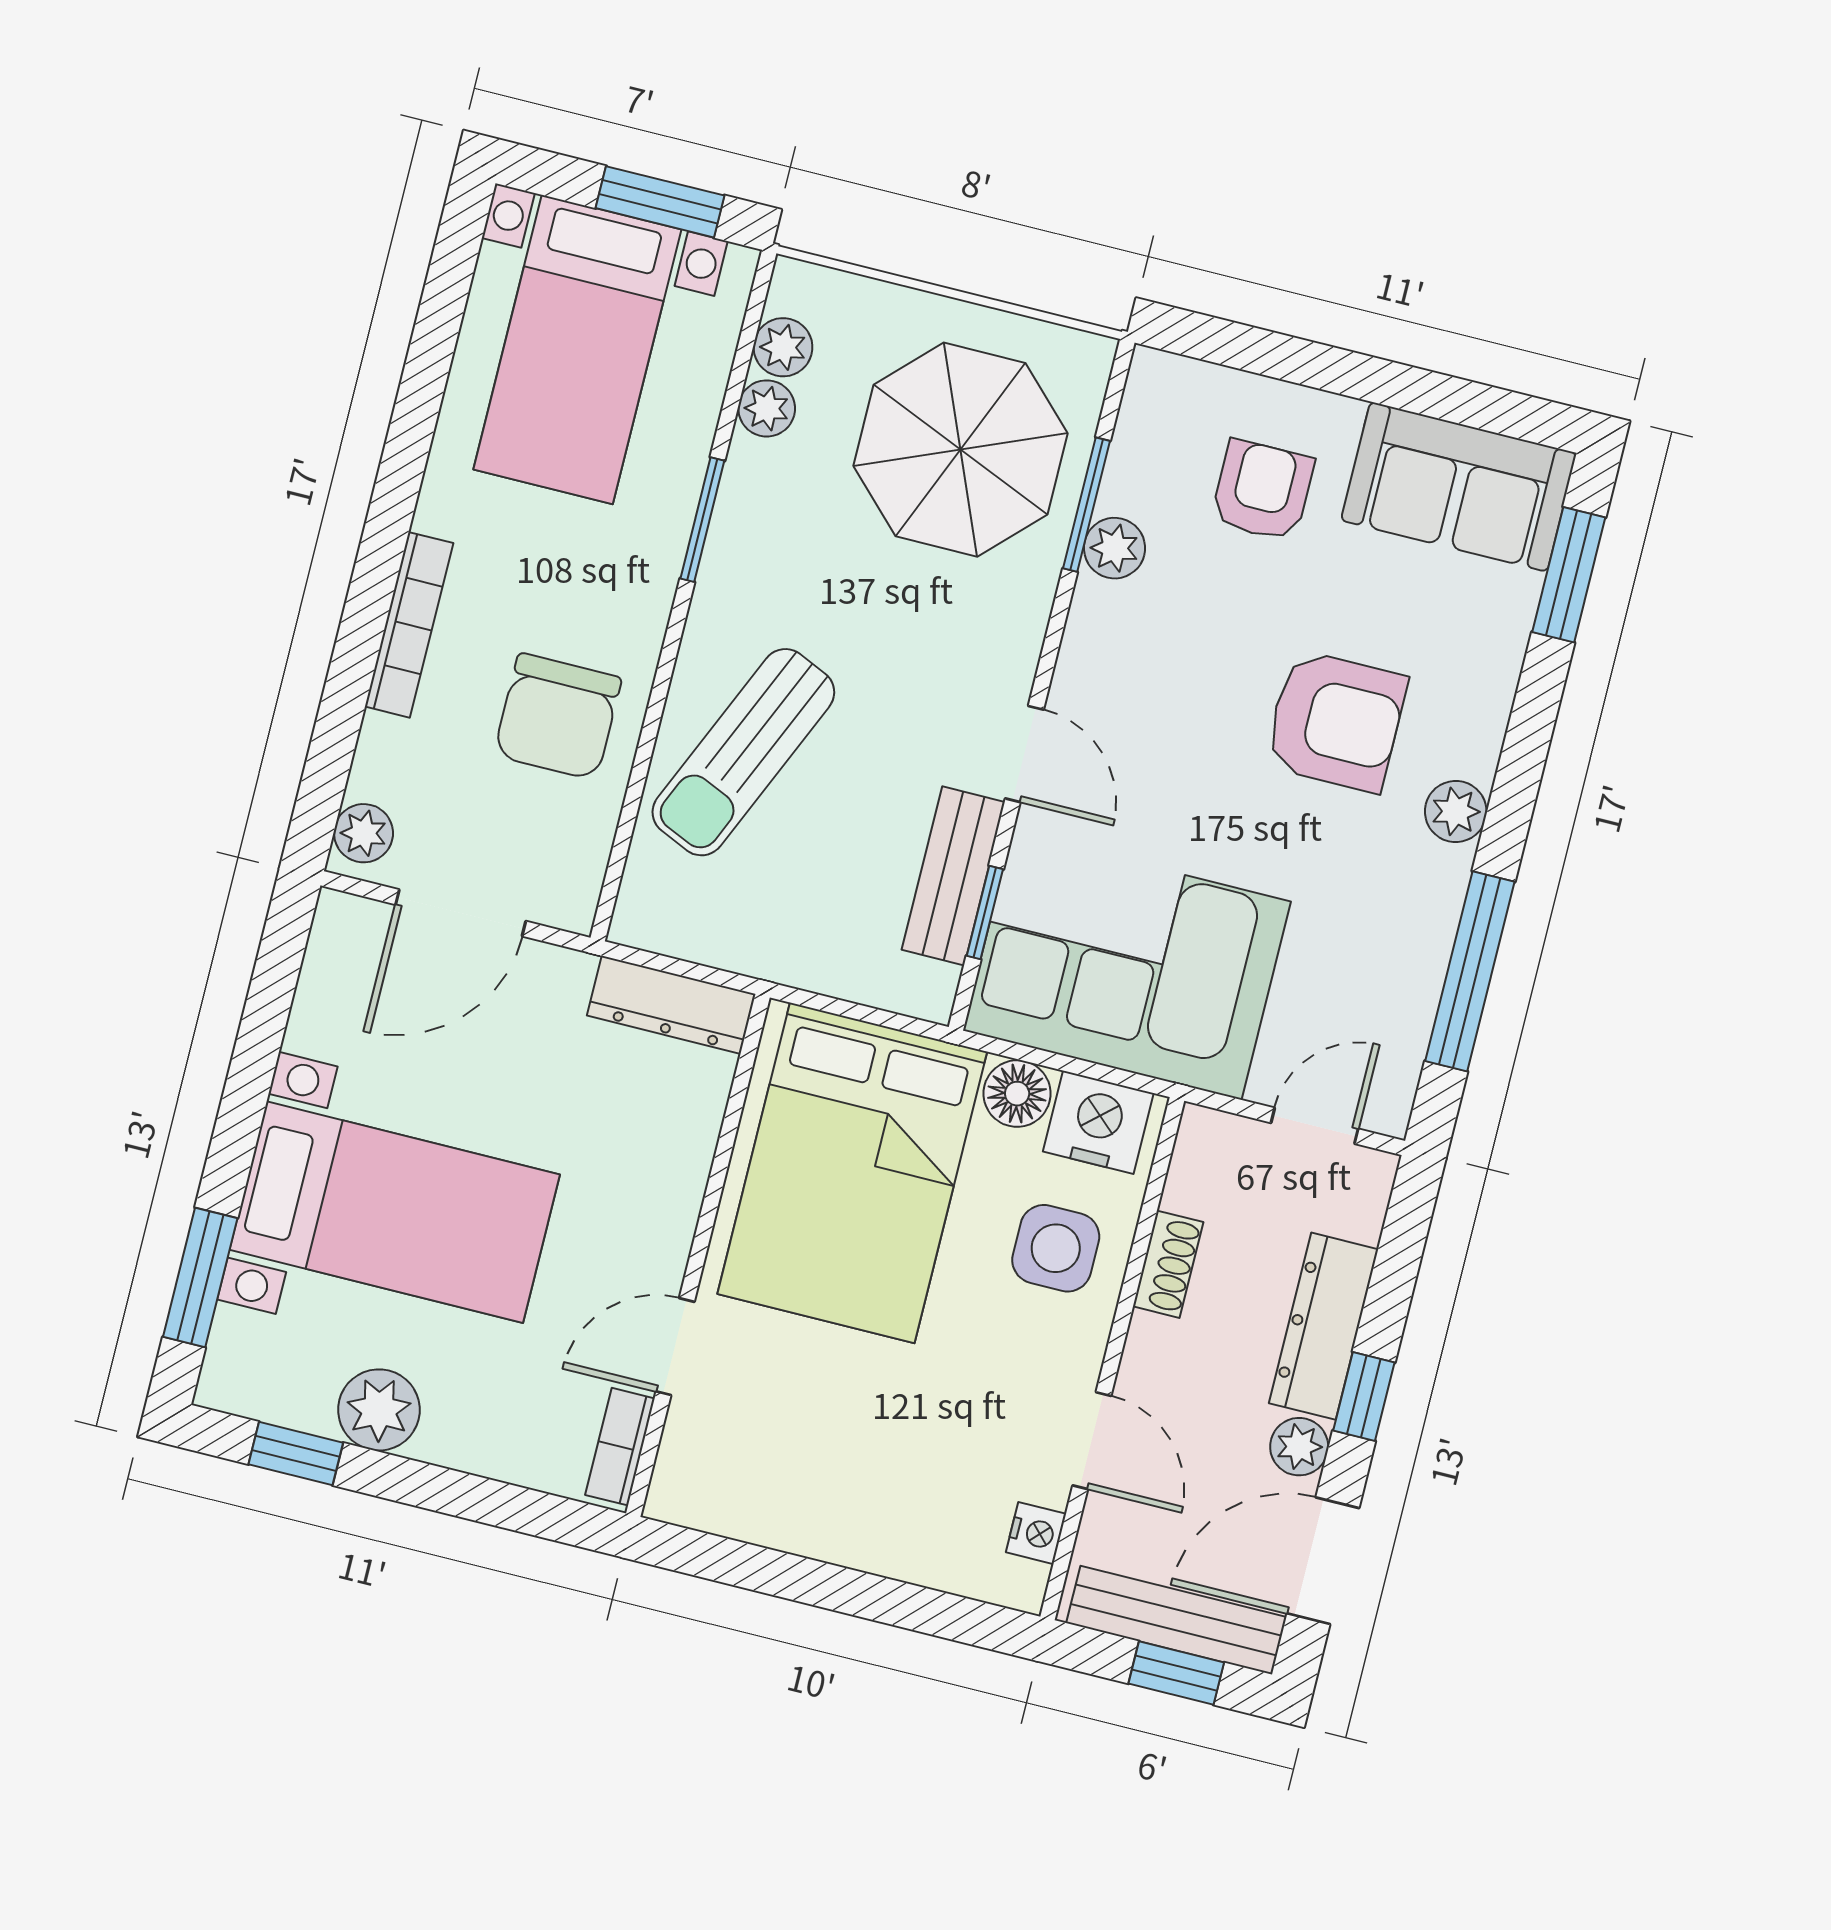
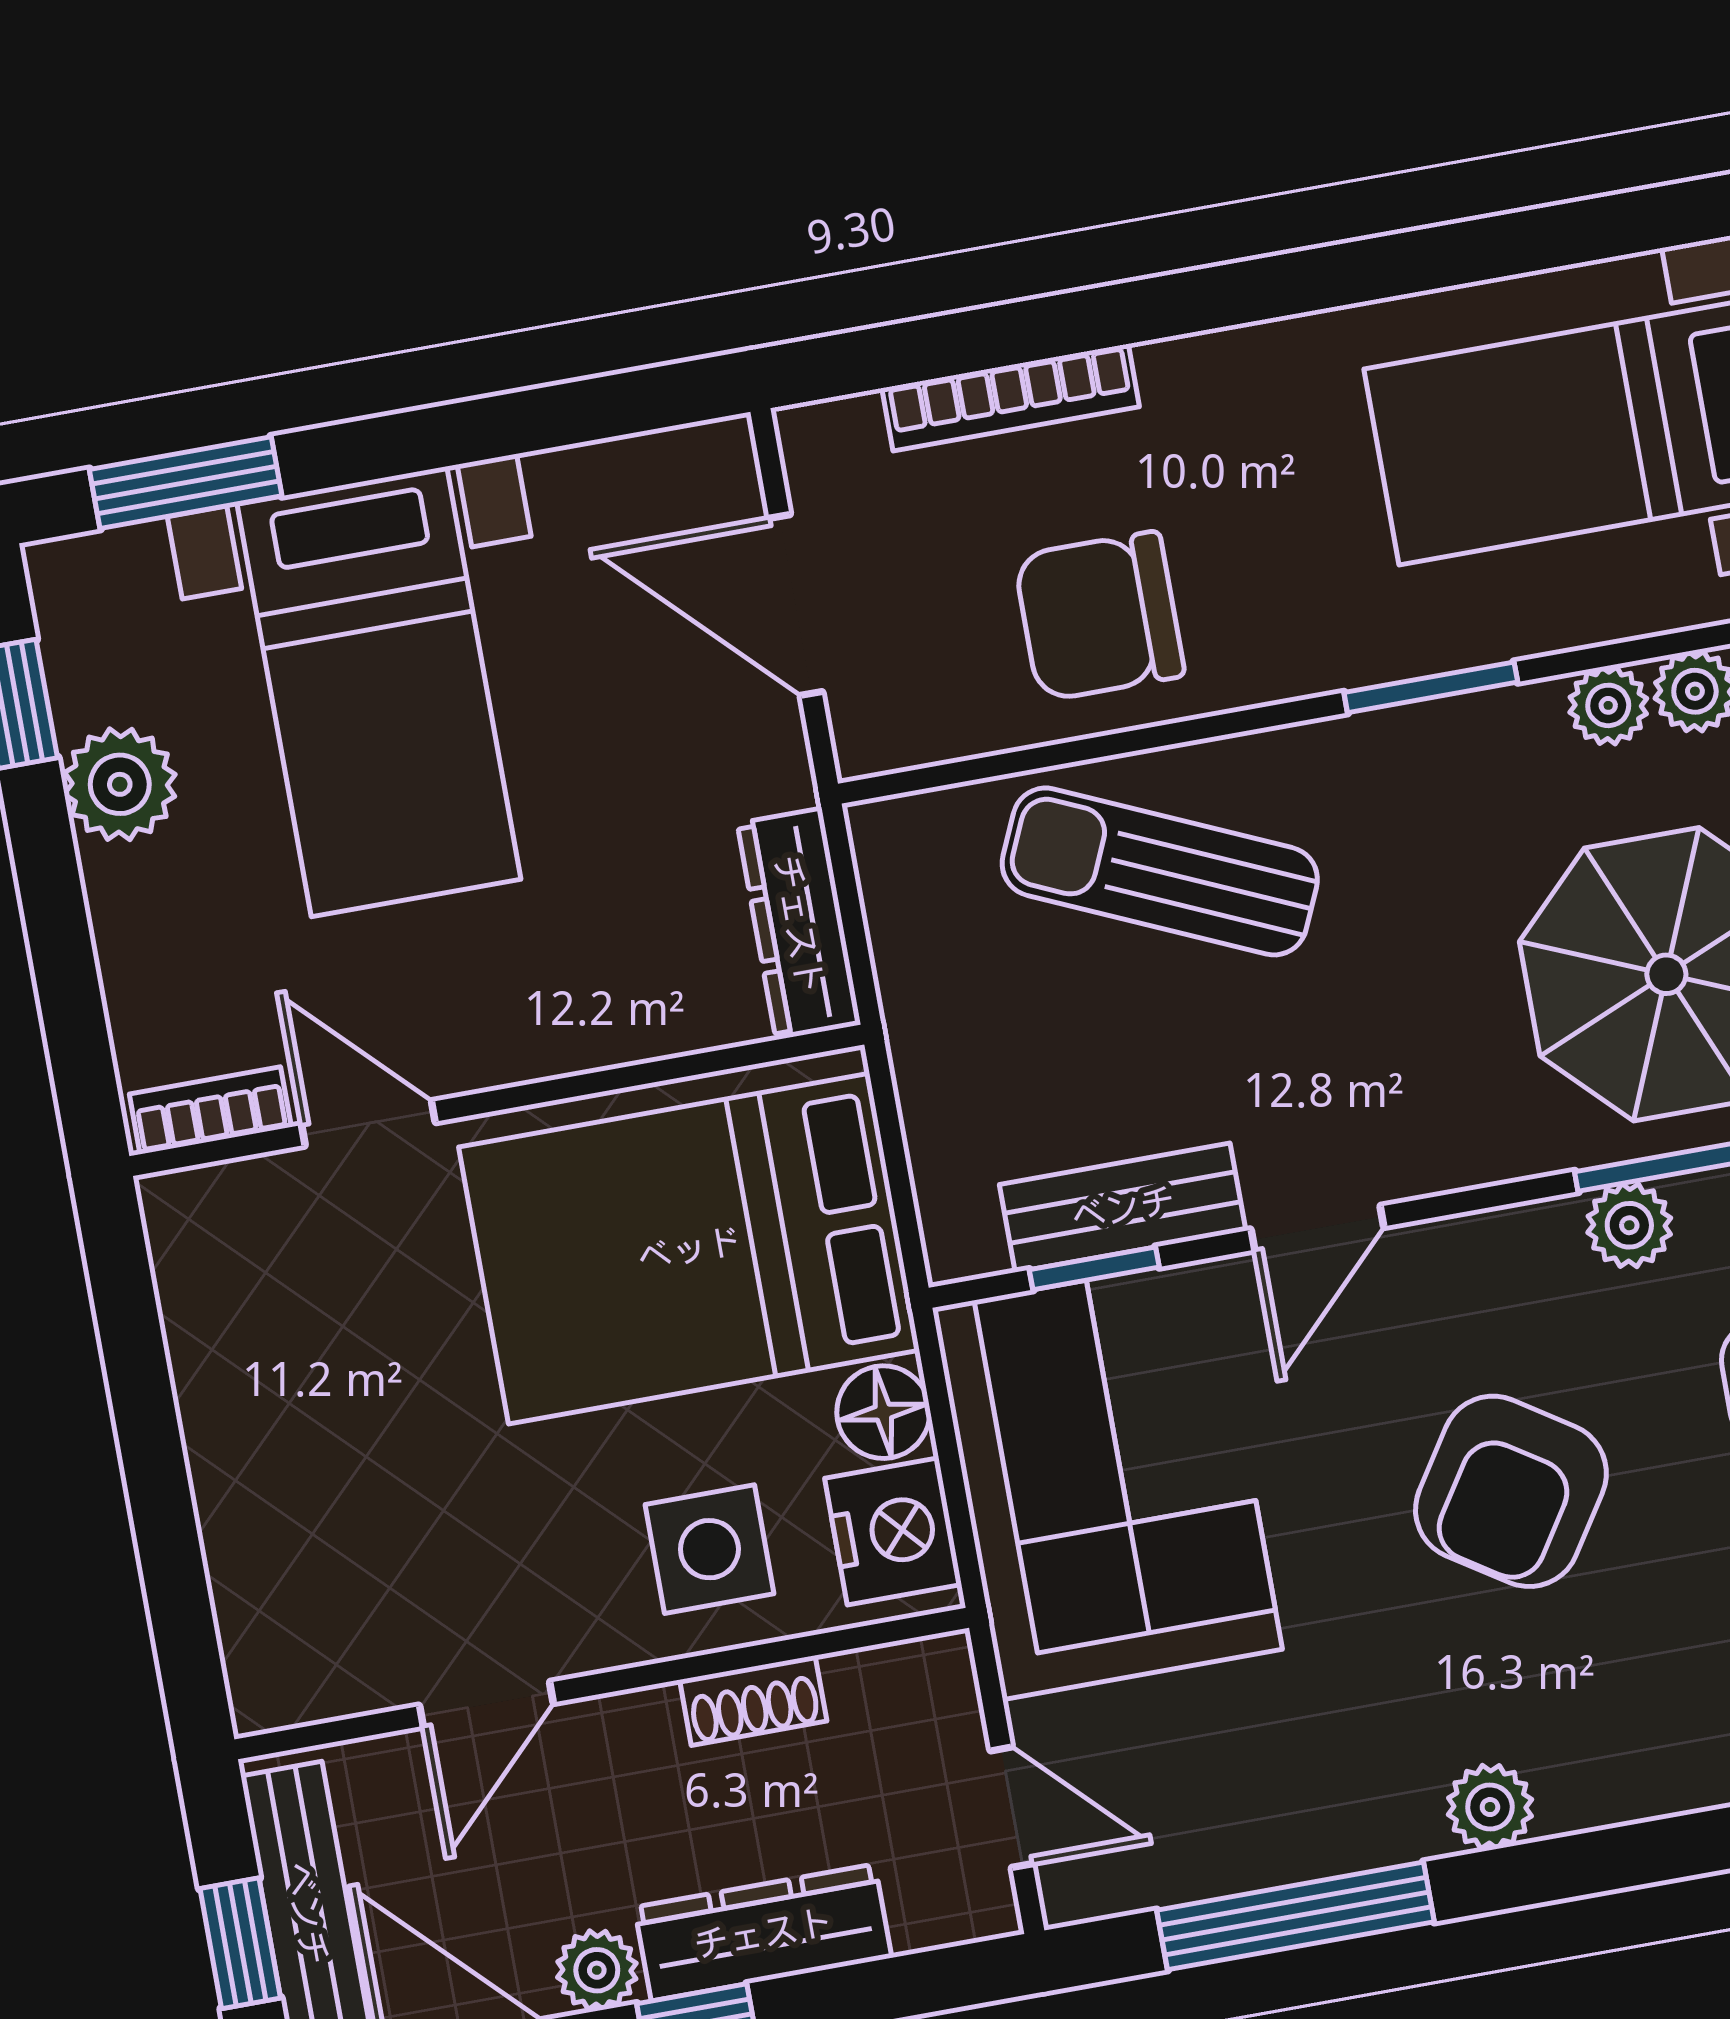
bookcase: (409, 625) -> (1011, 397), moved
armchair: (1336, 721) -> (1511, 1491), moved, turned 33
plant: (364, 833) -> (841, 437), removed
nightstand: (1036, 1533) -> (338, 1686), removed

